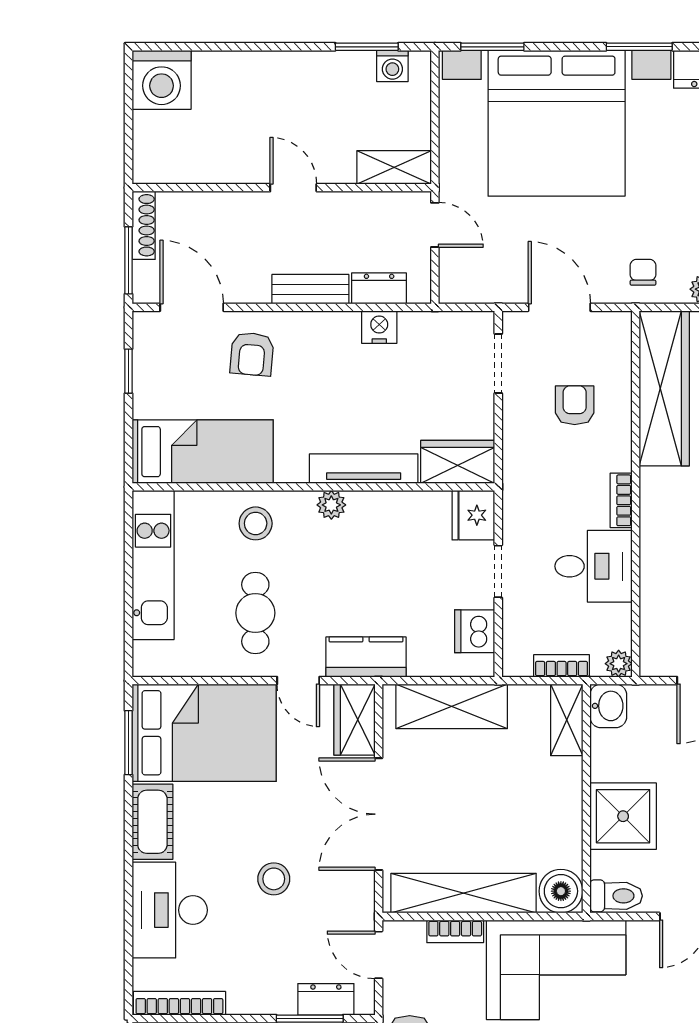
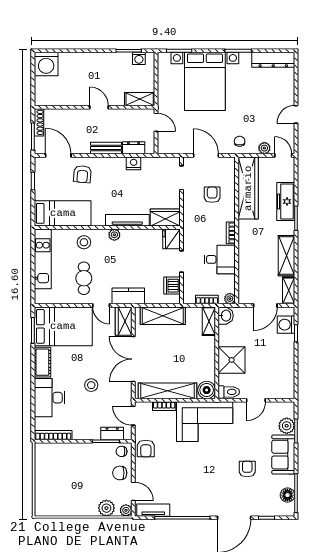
bed with nightstands: (557, 123) -> (205, 81), width x0.73

